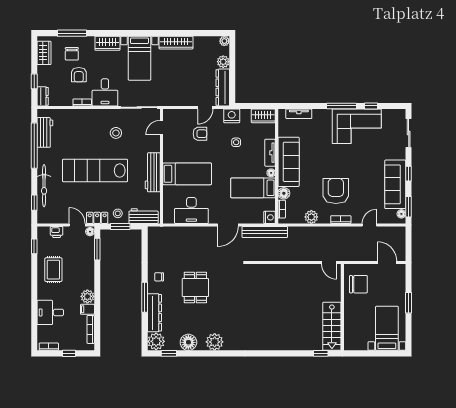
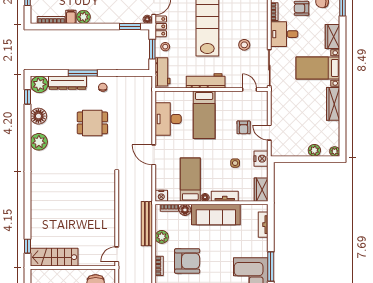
dresser: (223, 87) -> (289, 150), removed
bench: (265, 232) -> (147, 224), moved

